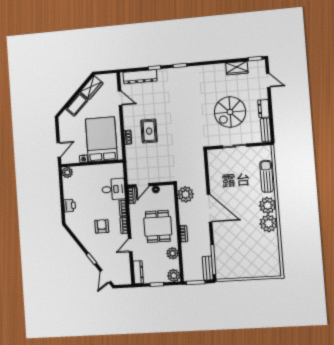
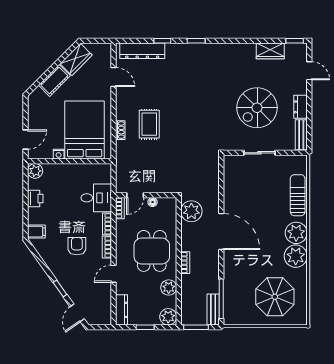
printer: (70, 206) -> (35, 198), moved
filing cabinet: (71, 217) -> (36, 232), added
parasol: (255, 256) -> (275, 297), added

